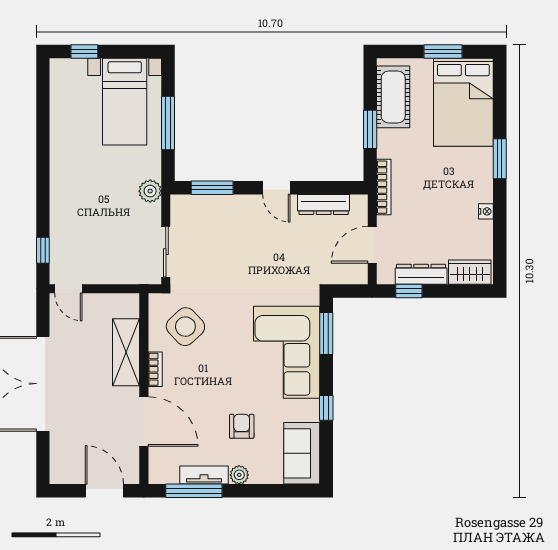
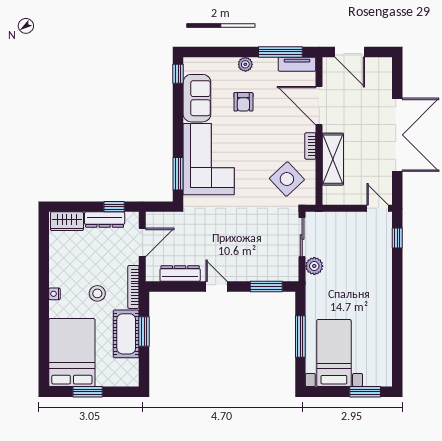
window: (84, 52) -> (365, 392), width x1.50
cot: (393, 97) -> (126, 334), moved
window: (500, 159) -> (44, 309), removed
stool: (430, 179) -> (97, 293), added
plant: (150, 191) -> (314, 266), moved
nightstand: (486, 211) -> (54, 294), moved
window: (326, 408) -> (178, 74), moved
sofa: (302, 453) -> (197, 98), moved
tv unit: (204, 475) -> (297, 64), moved

